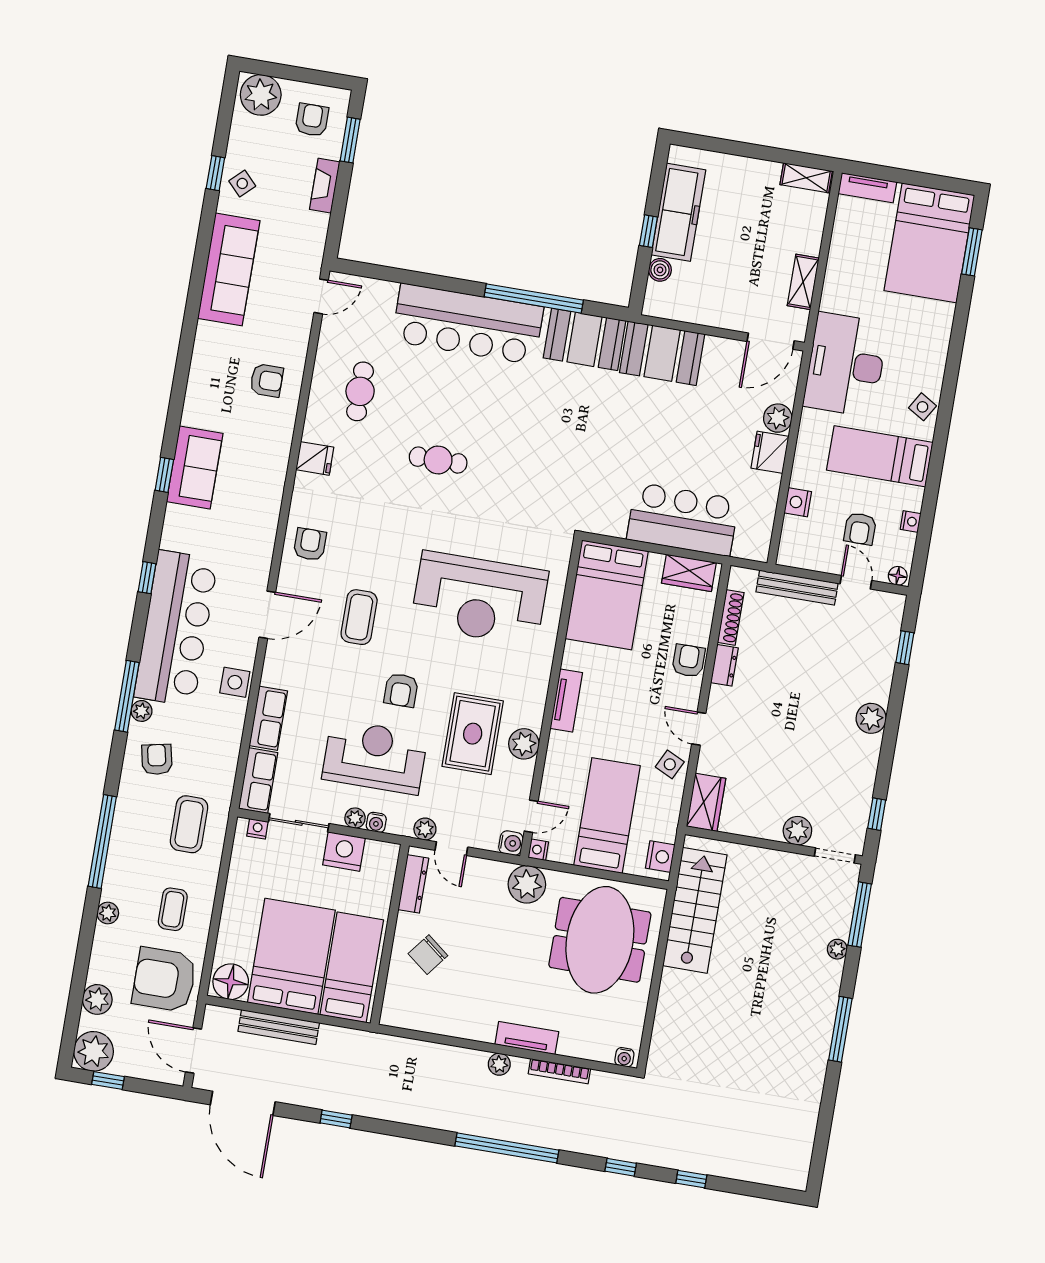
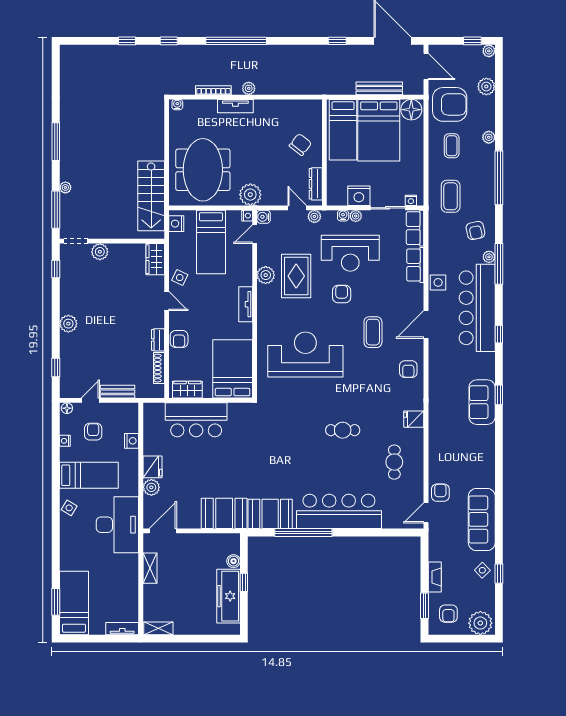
bed: (929, 243) -> (74, 603), width x0.67
armchair: (267, 380) -> (440, 493), moved, turned 90
door: (856, 582) -> (90, 400), swing flipped
bench: (797, 588) -> (117, 392), width x0.73
plant: (94, 1051) -> (489, 51), width x0.53, depth x0.53

